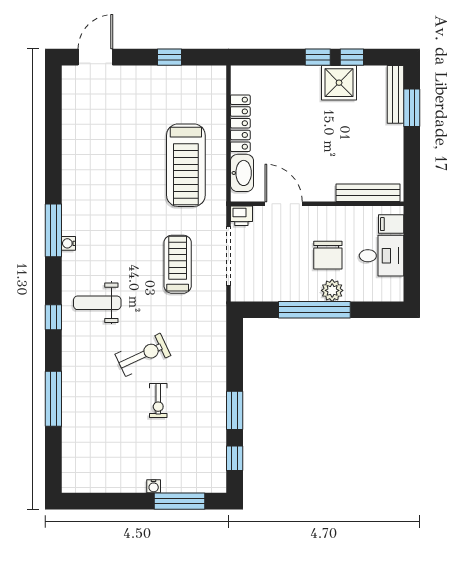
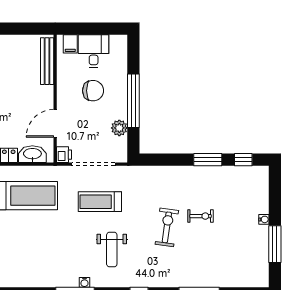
plant: (332, 290) -> (119, 128), moved
weight bench: (97, 303) -> (112, 250), moved
exercise bike: (143, 355) -> (167, 227), turned 33
window: (180, 501) -> (275, 244), moved

